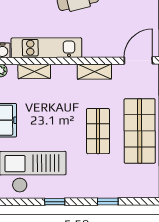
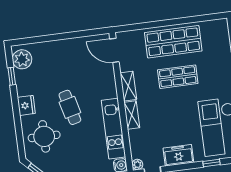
shelving: (34, 71) -> (132, 115), moved

